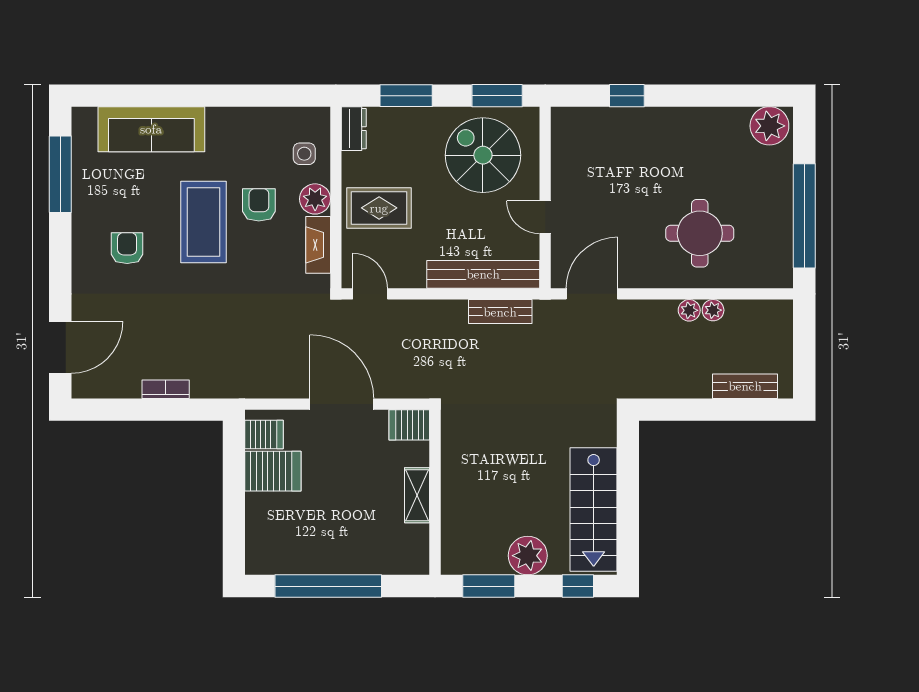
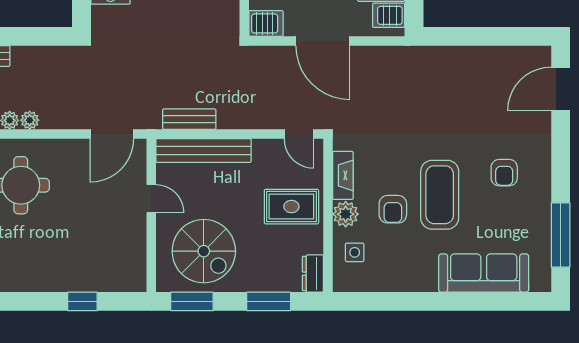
bookcase: (166, 389) -> (472, 54), removed

